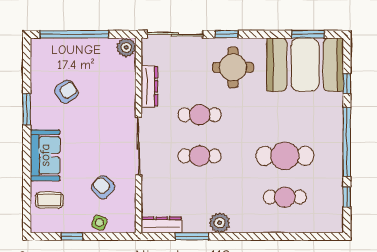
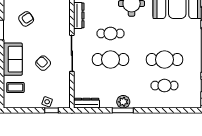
cafe table: (200, 156) -> (110, 60), width x1.37, depth x1.35
armchair: (103, 187) -> (43, 63), moved
window: (72, 236) -> (52, 110), moved
window: (192, 236) -> (123, 110), moved

